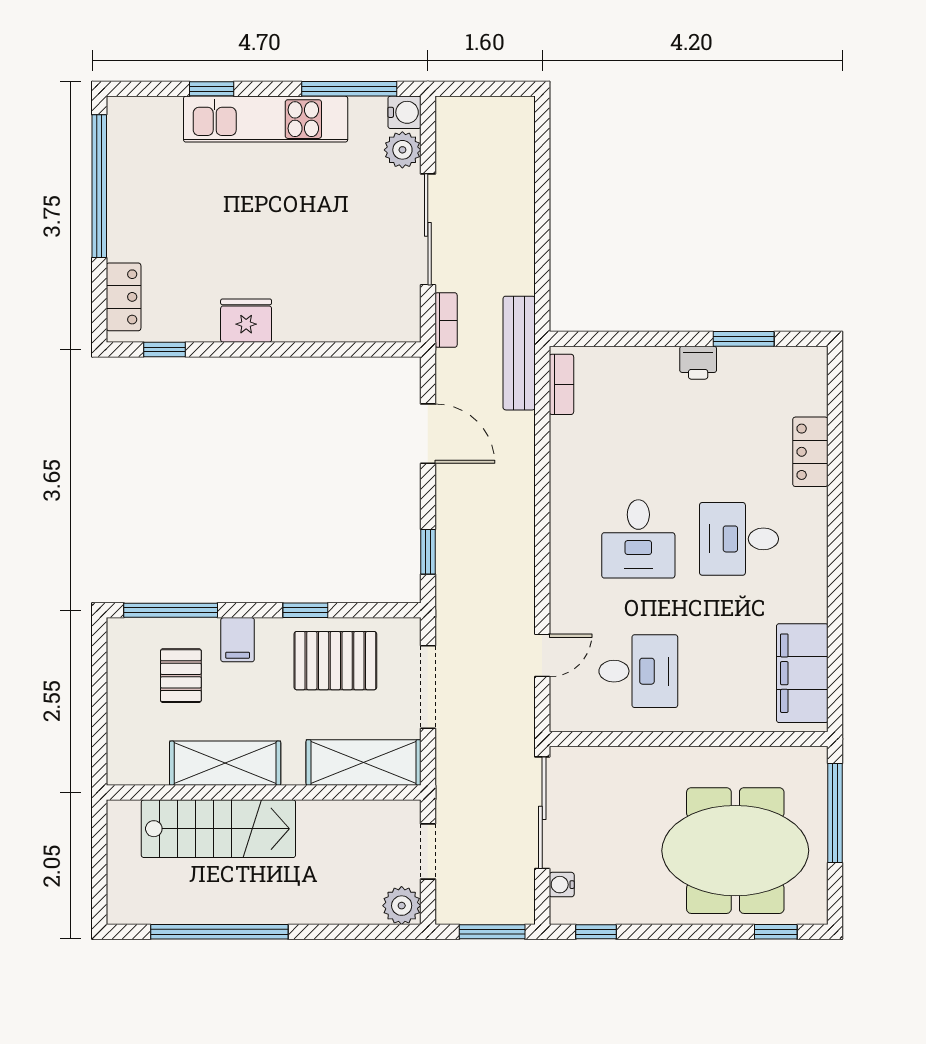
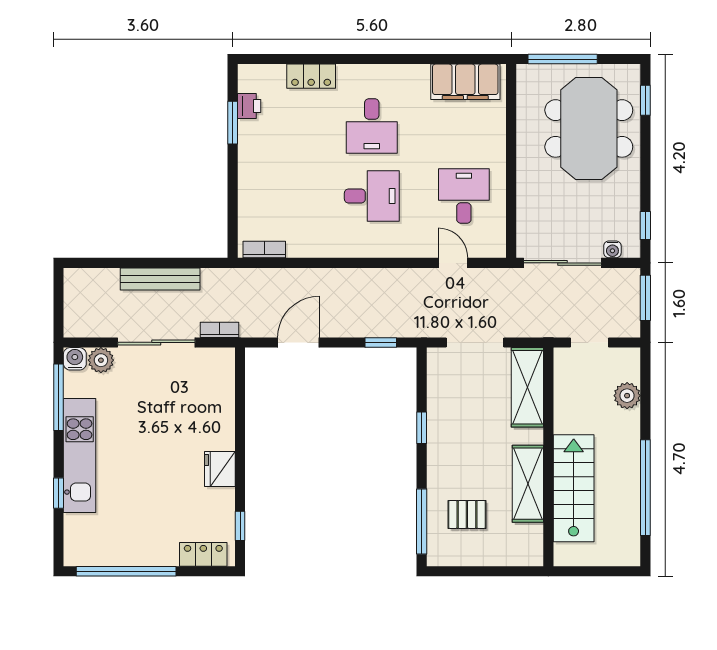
bench: (519, 353) -> (160, 279), moved
printer: (698, 363) -> (249, 106), moved
filing cabinet: (238, 640) -> (442, 475), removed
pallet: (335, 661) -> (457, 407), removed
plant: (402, 906) -> (627, 396), moved

